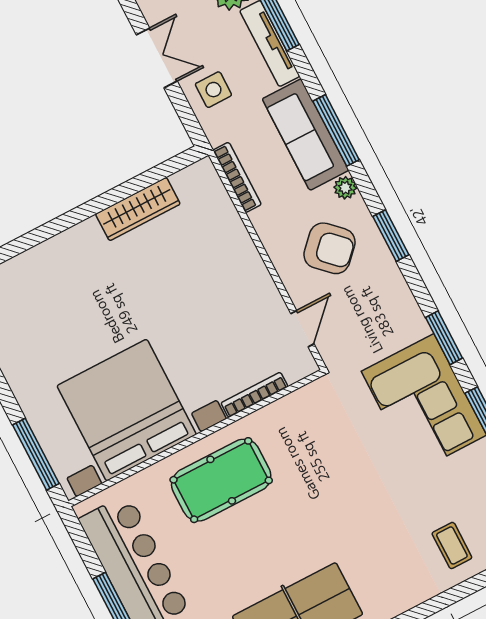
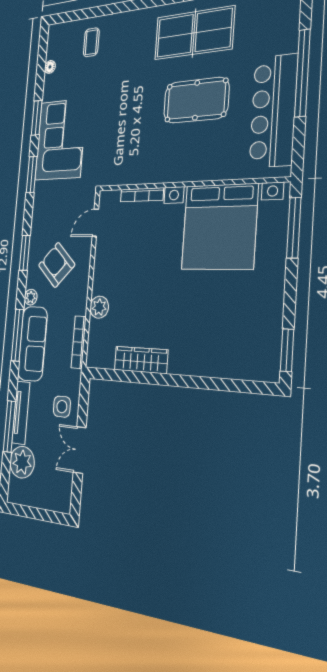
plant: (233, 234) -> (99, 307), added
pool table: (221, 480) -> (196, 100), moved

